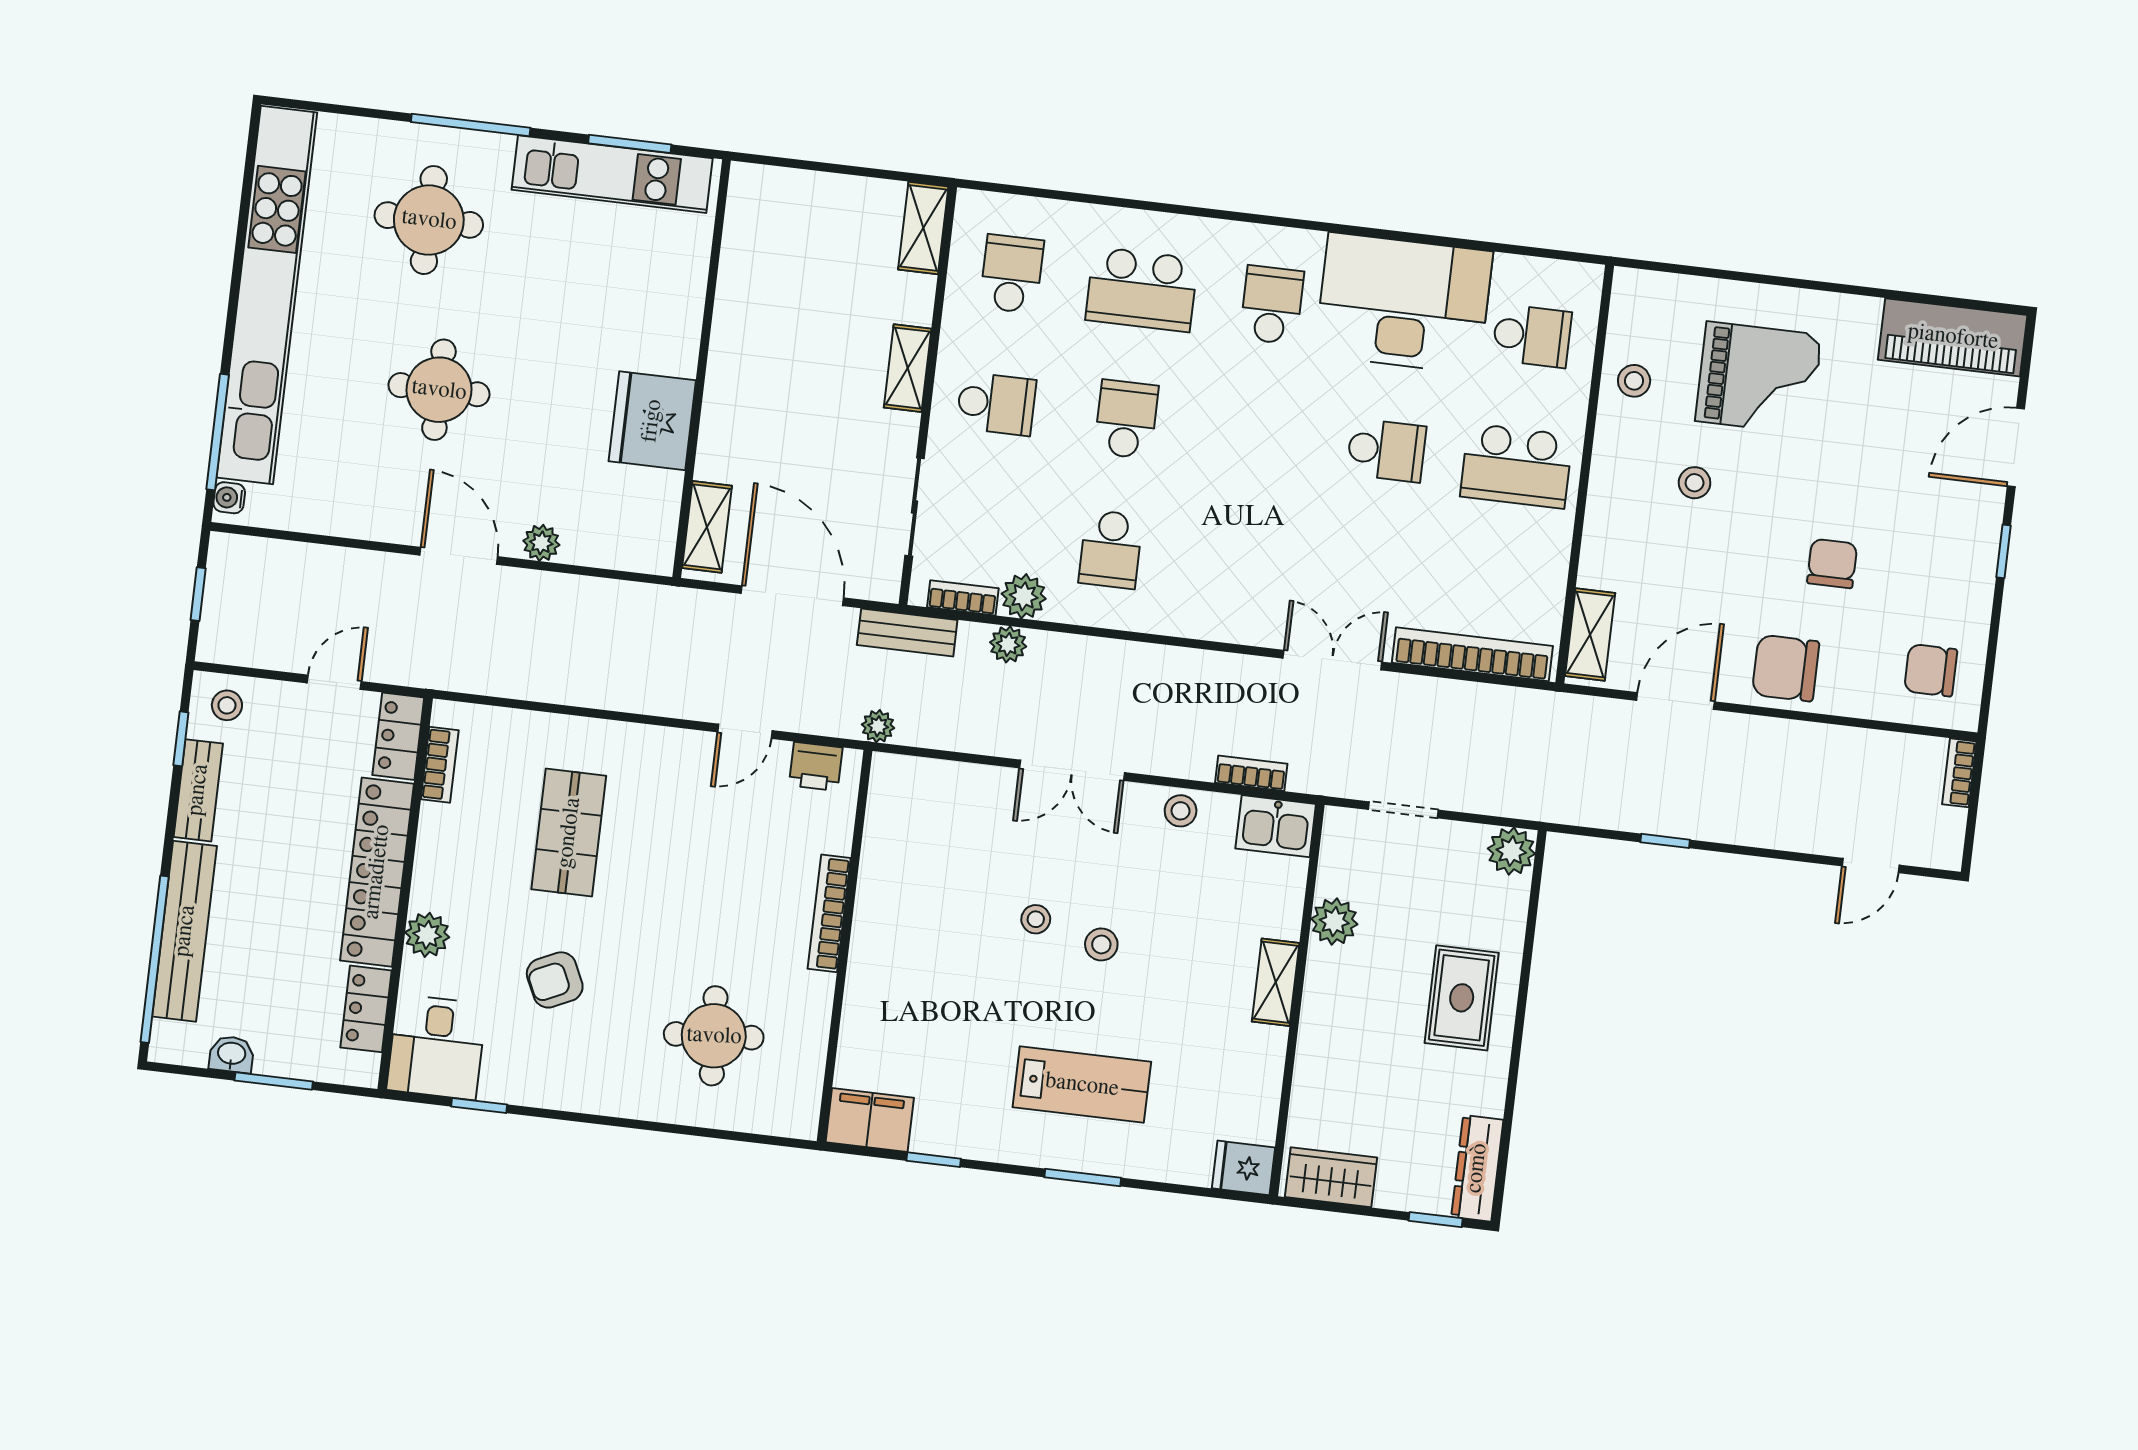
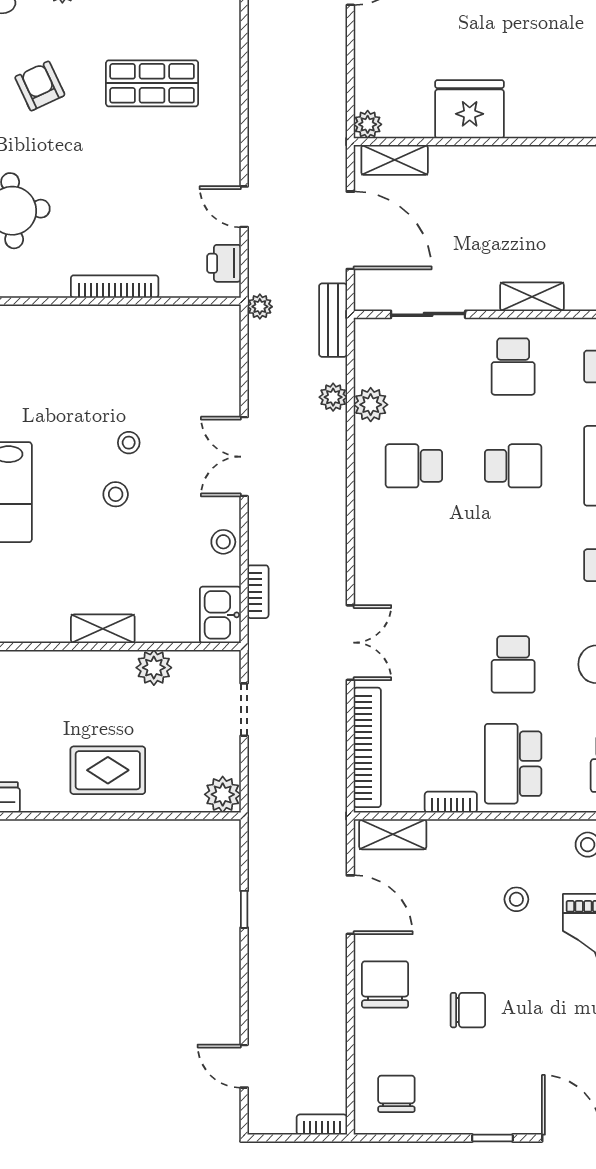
plant: (541, 543) -> (368, 124), moved
door: (792, 596) -> (350, 230), hinge flipped
bookcase: (963, 598) -> (451, 802), moved, turned -90

